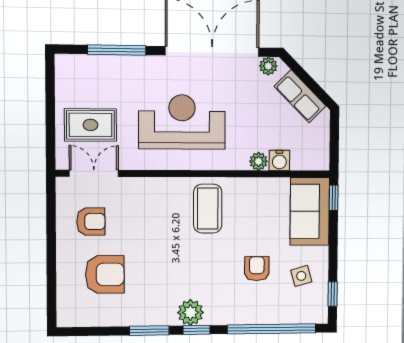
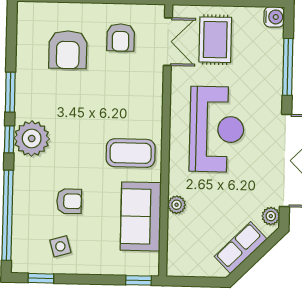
water cooler: (279, 160) -> (274, 17), moved, turned 180
sofa: (310, 211) -> (141, 216), moved, turned -90
plant: (190, 312) -> (32, 138), width x1.36, depth x1.36

